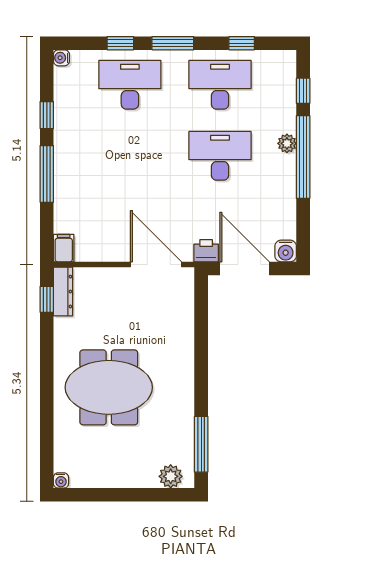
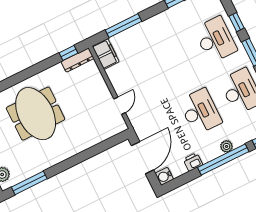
window: (47, 174) -> (123, 26), moved
filing cabinet: (64, 248) -> (106, 54), width x2.00
printer: (206, 251) -> (193, 162), moved, turned -90
door: (156, 264) -> (120, 106), width x0.53

